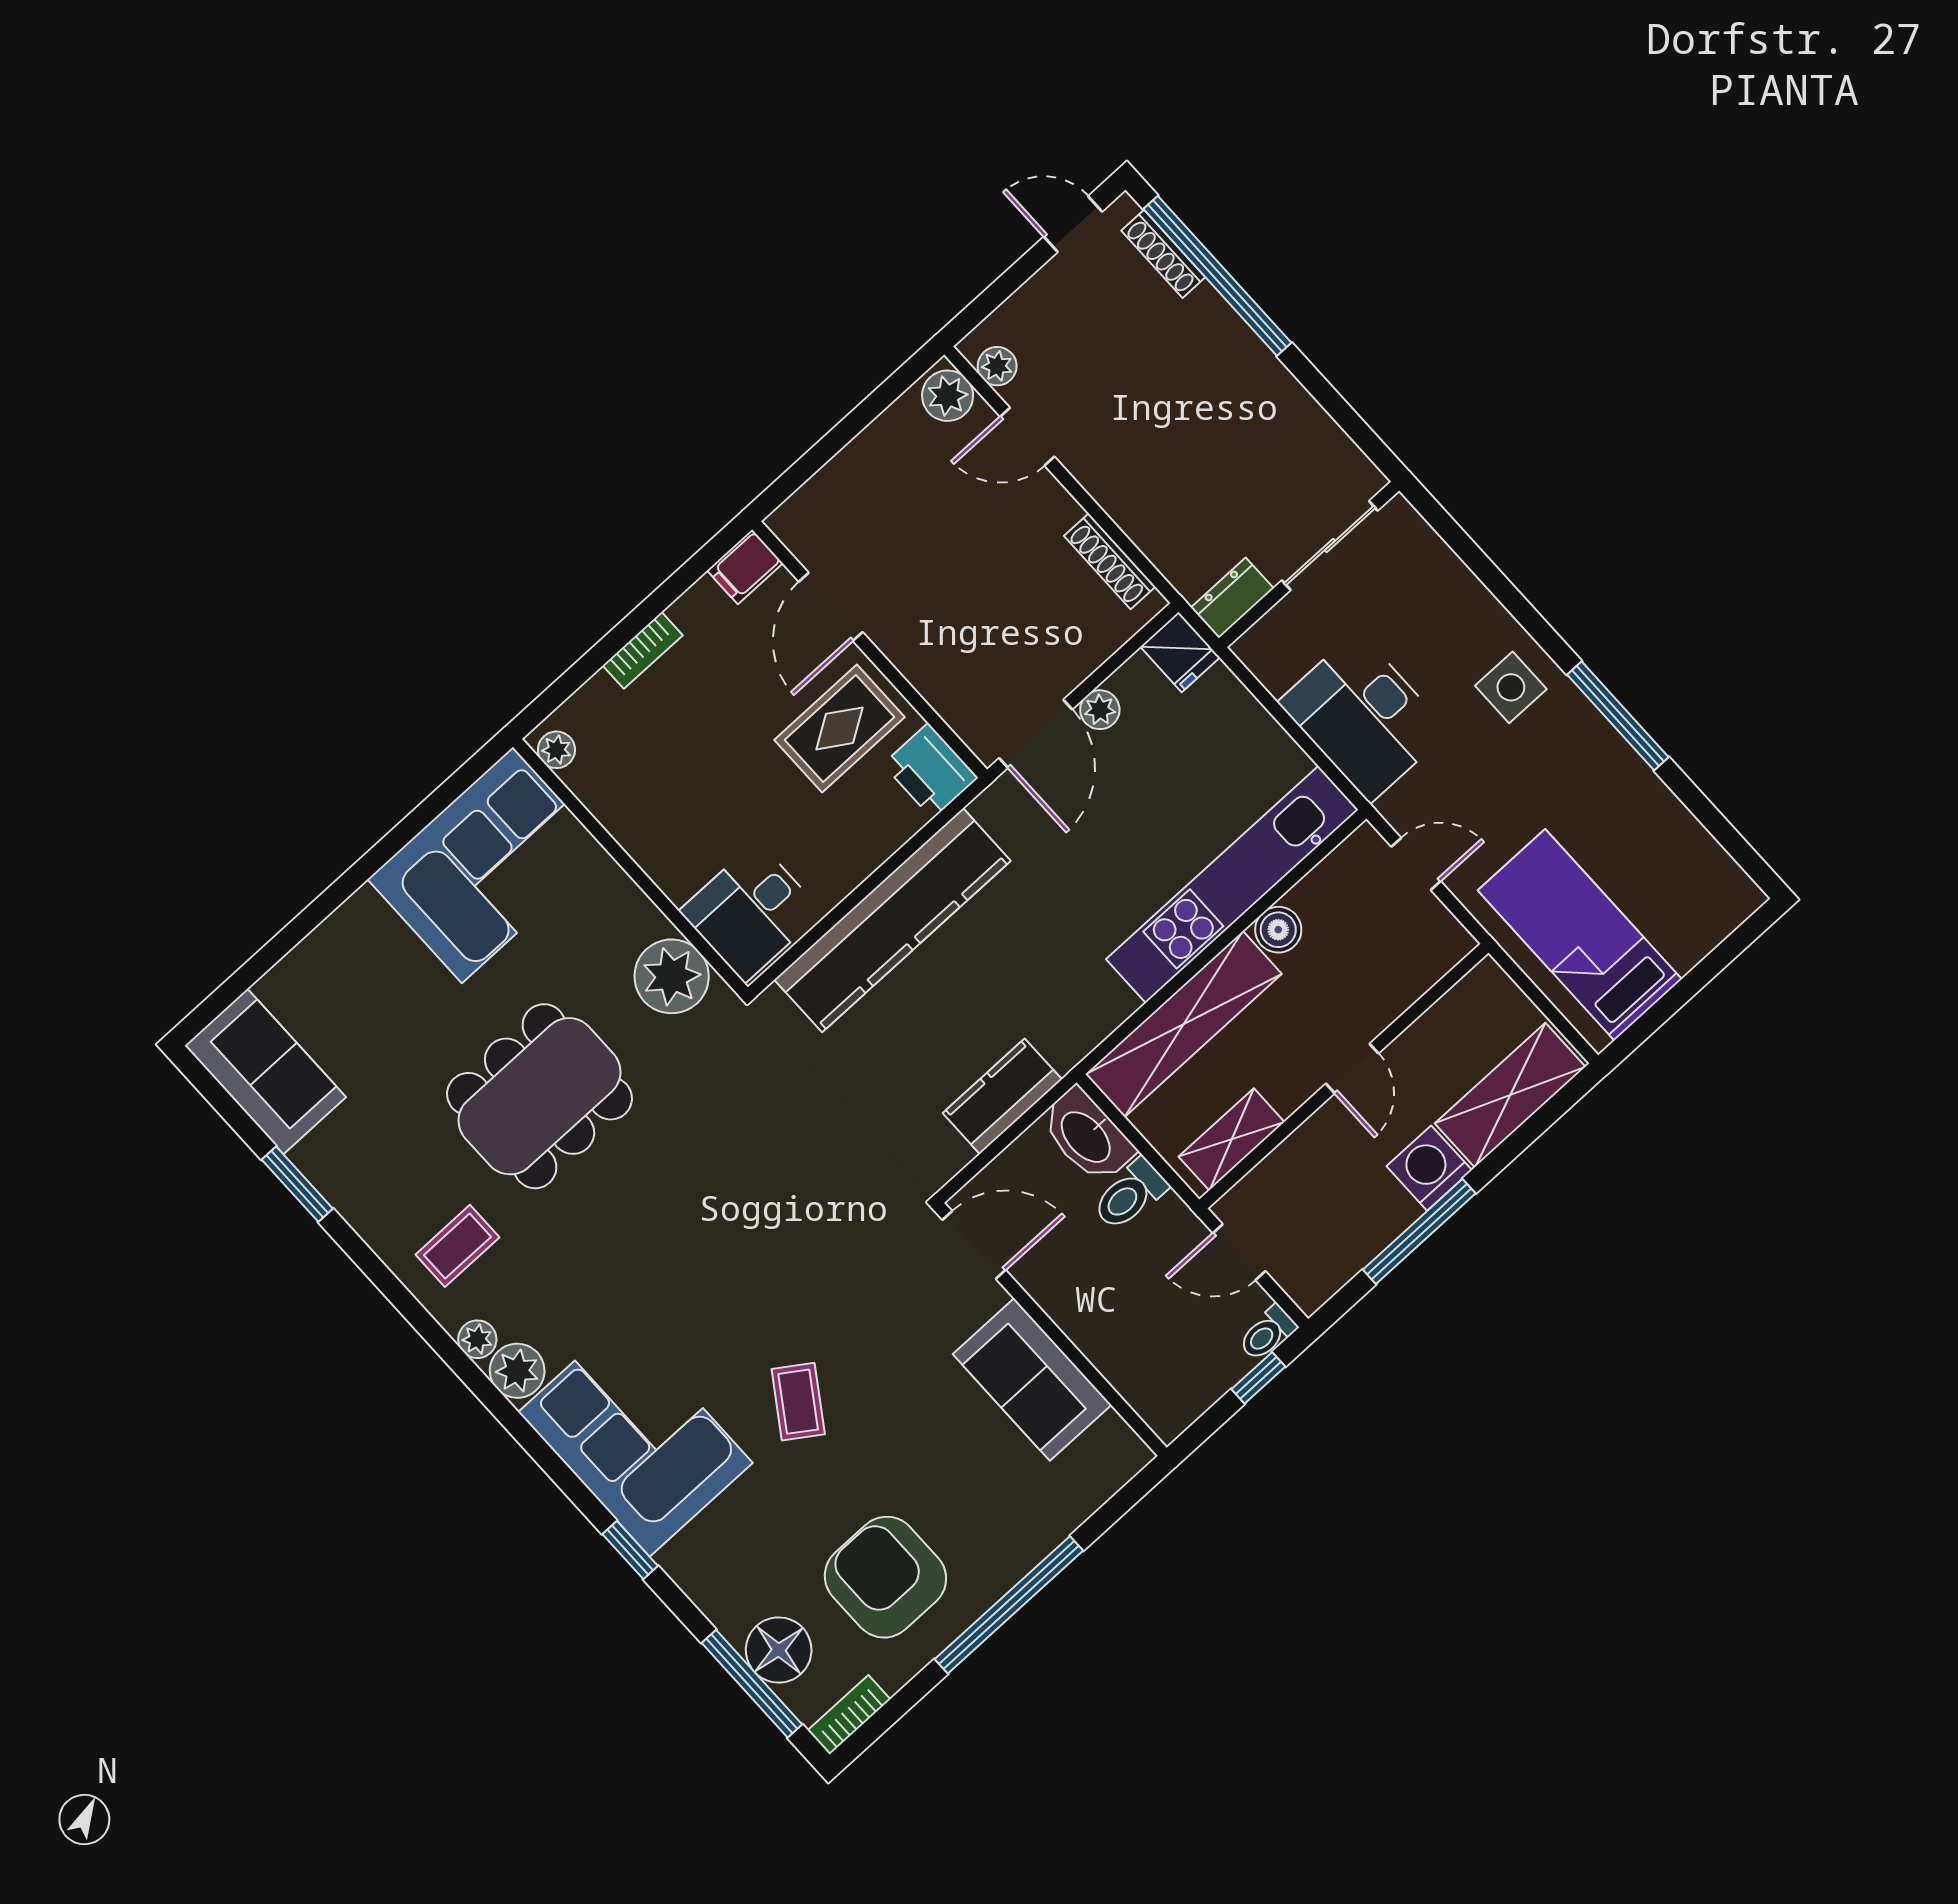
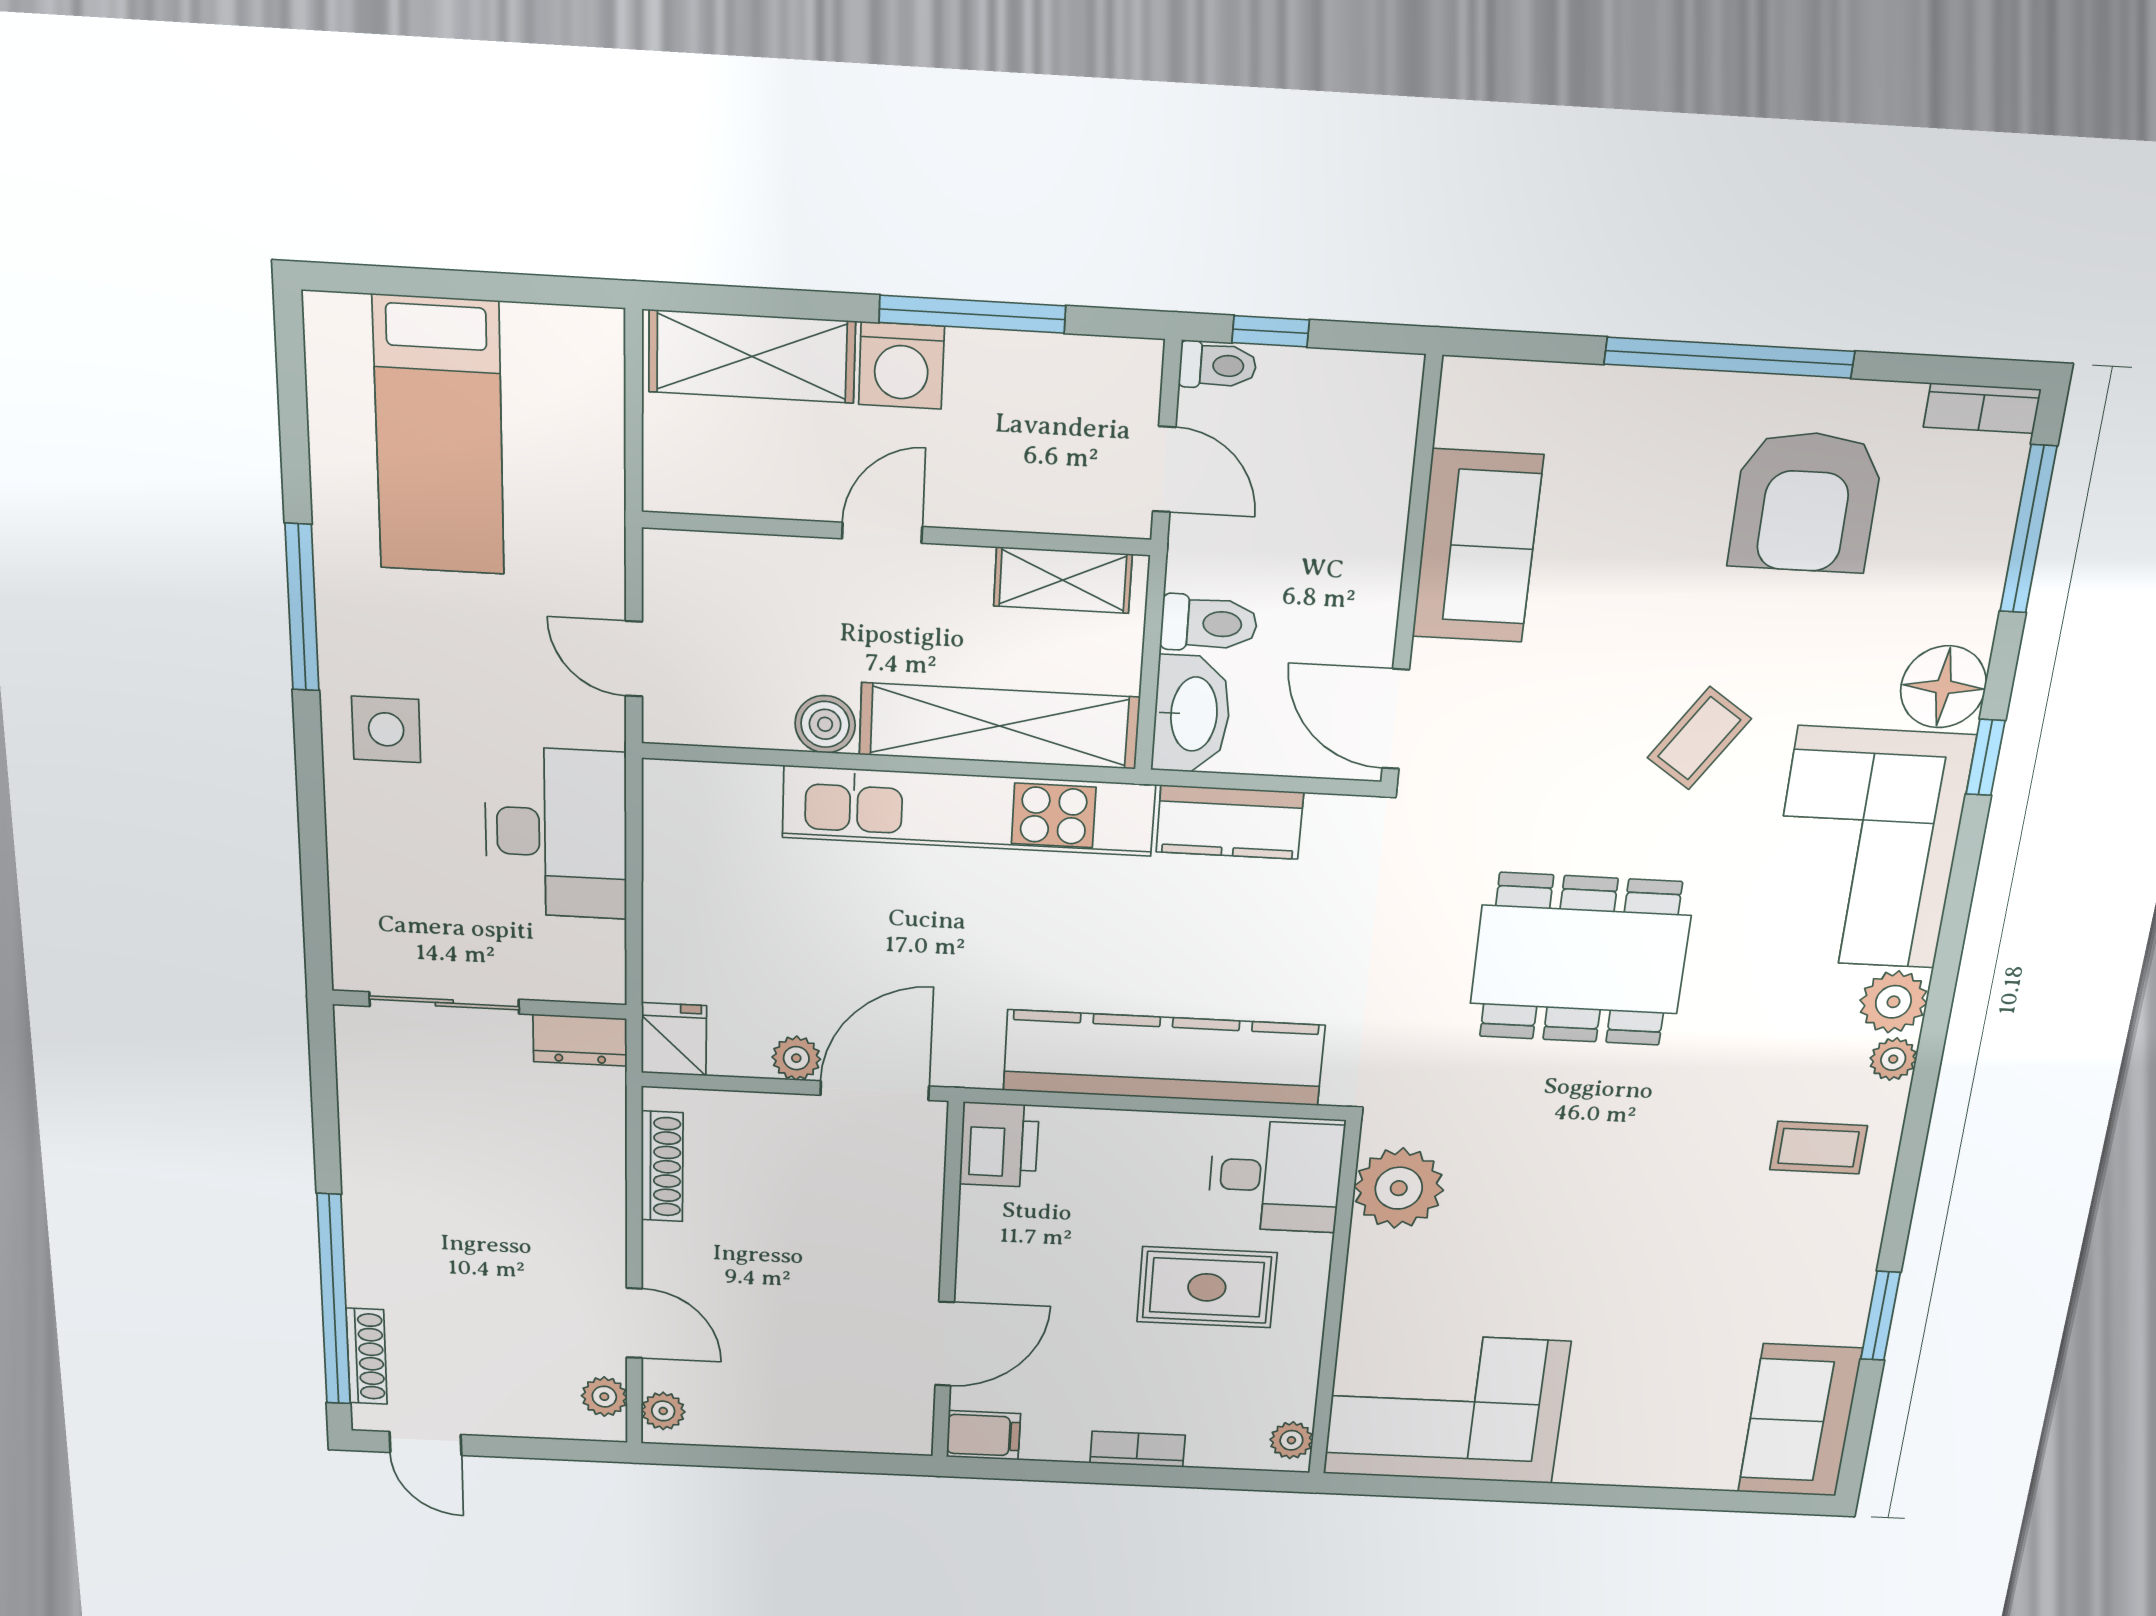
plant: (948, 396) -> (663, 1411), width x0.73, depth x0.73
rug: (840, 728) -> (1207, 1287), moved
kitchen unit: (1232, 884) -> (969, 811), moved
bed: (1580, 935) -> (439, 436), moved
dining table: (540, 1096) -> (1580, 960), moved
floor lamp: (779, 1650) -> (1943, 687), moved

